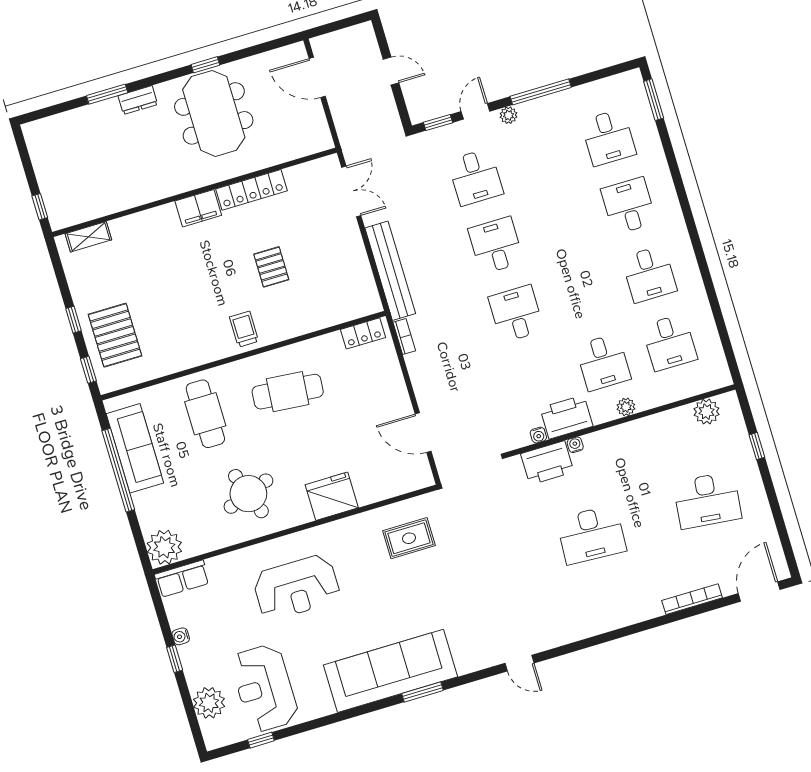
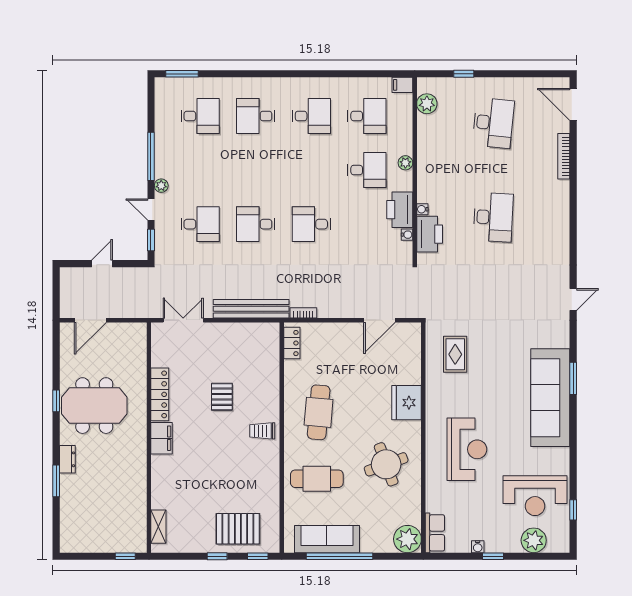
pallet: (271, 267) -> (222, 397), turned 90
filing cabinet: (721, 375) -> (402, 85), added

